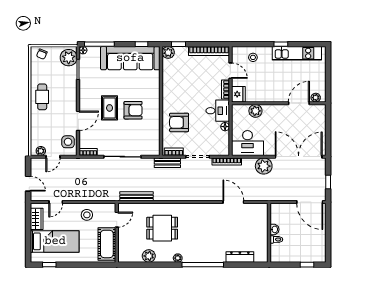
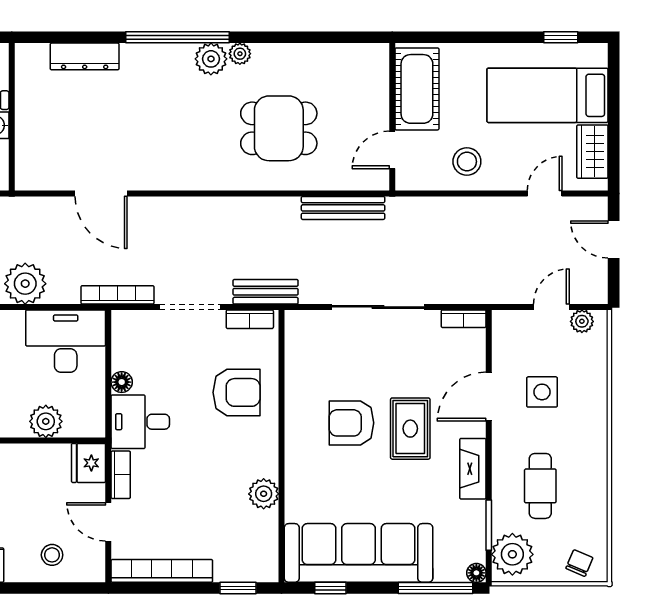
plant: (168, 52) -> (264, 494), moved
fireplace: (84, 92) -> (473, 469), added
cafe table: (42, 97) -> (540, 486), moved
side table: (68, 142) -> (542, 392), moved
plant: (149, 256) -> (211, 59), moved

